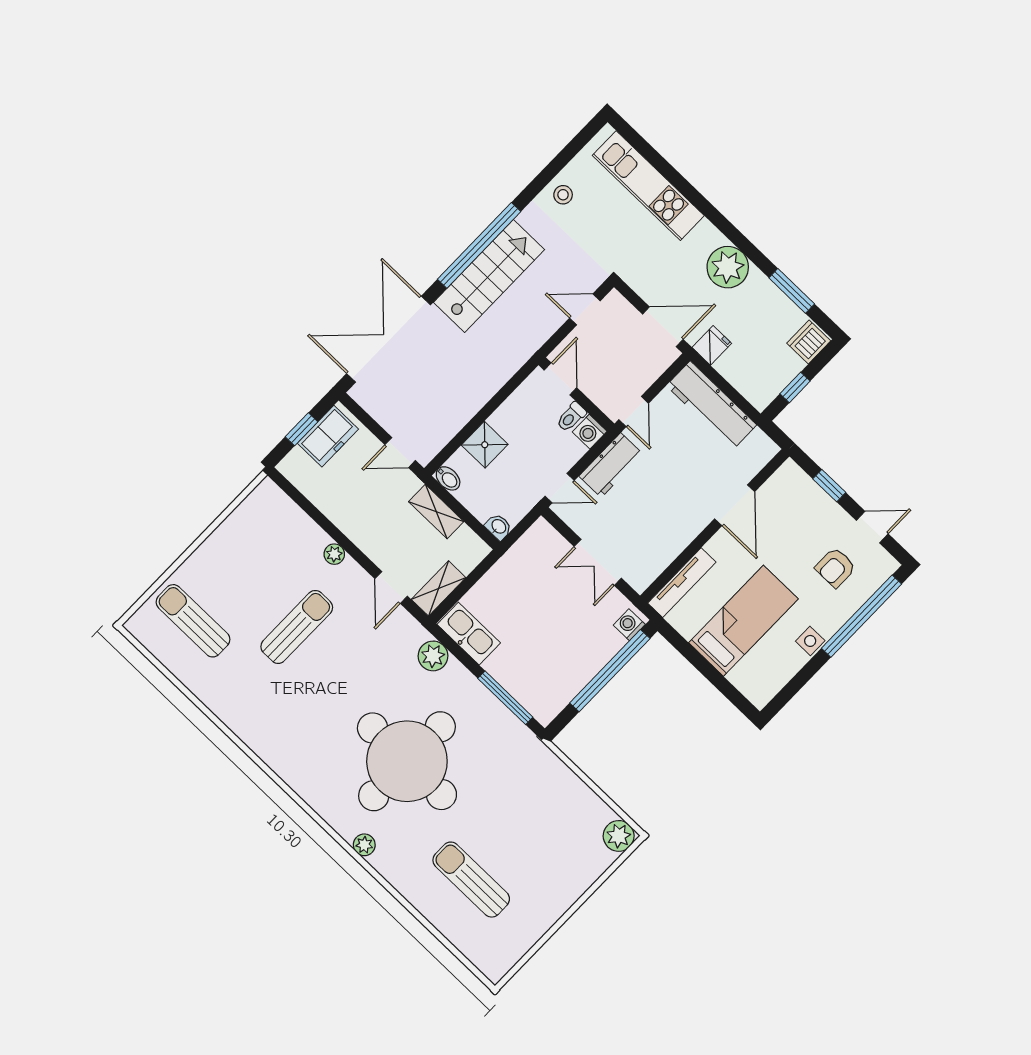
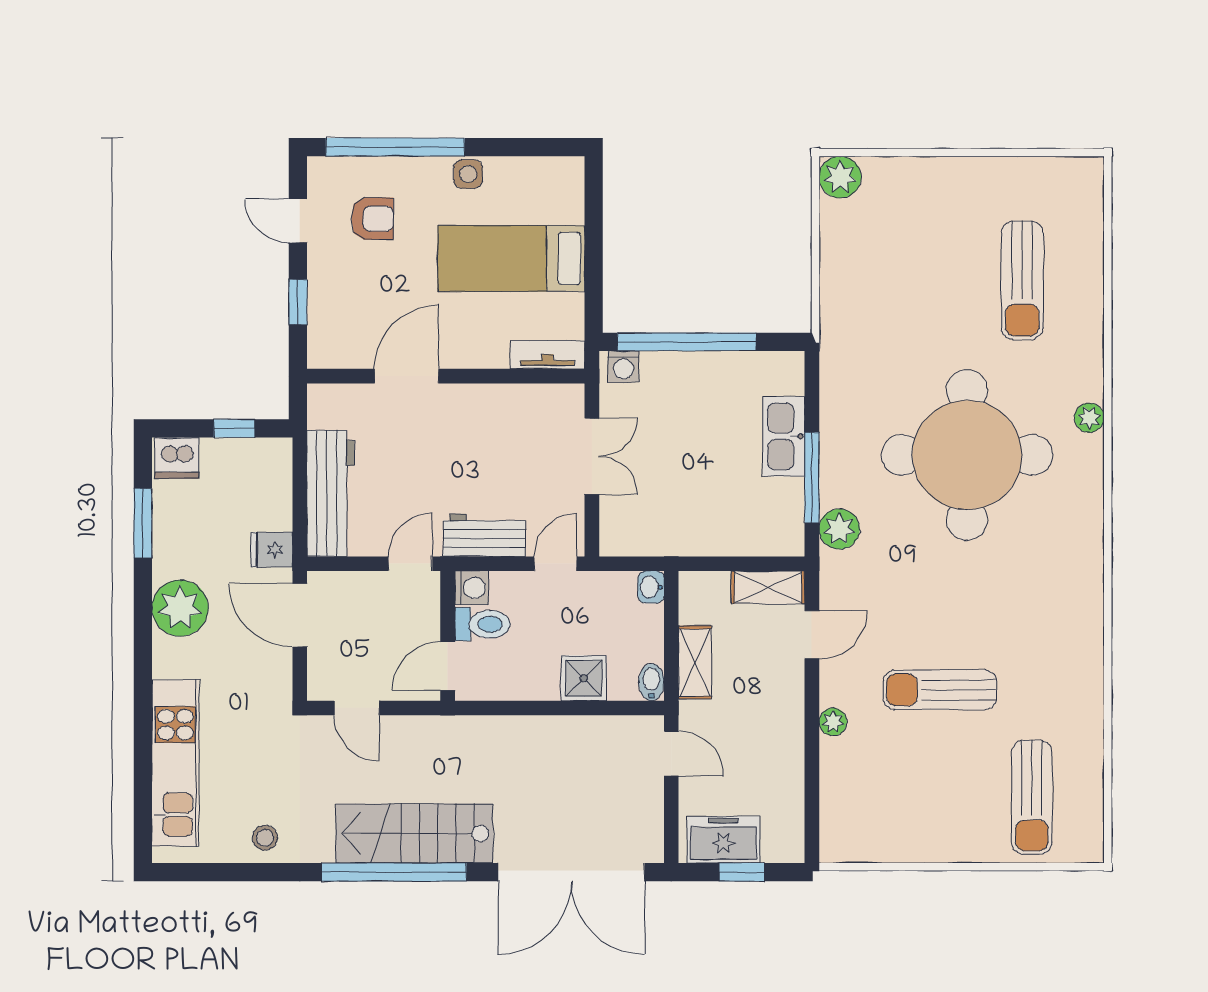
toilet: (571, 417) -> (482, 624), width x1.37, depth x1.39
door: (560, 488) -> (555, 564), hinge flipped
tv unit: (682, 583) -> (548, 355), width x0.71
kitchen sink: (469, 634) -> (784, 436), moved
window: (505, 698) -> (812, 477), moved

